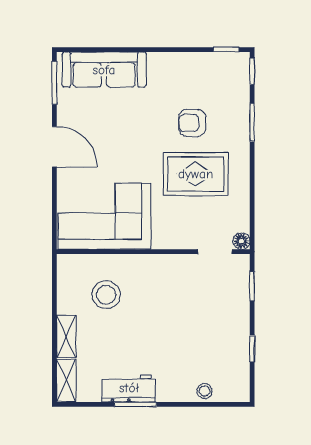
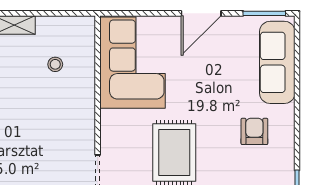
armchair: (192, 123) -> (254, 131), moved
stool: (106, 295) -> (55, 64), width x0.53, depth x0.53

